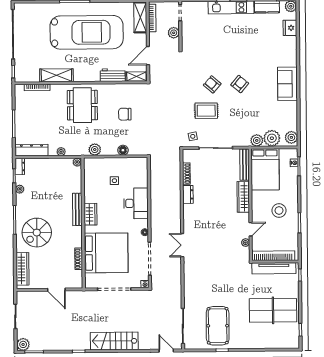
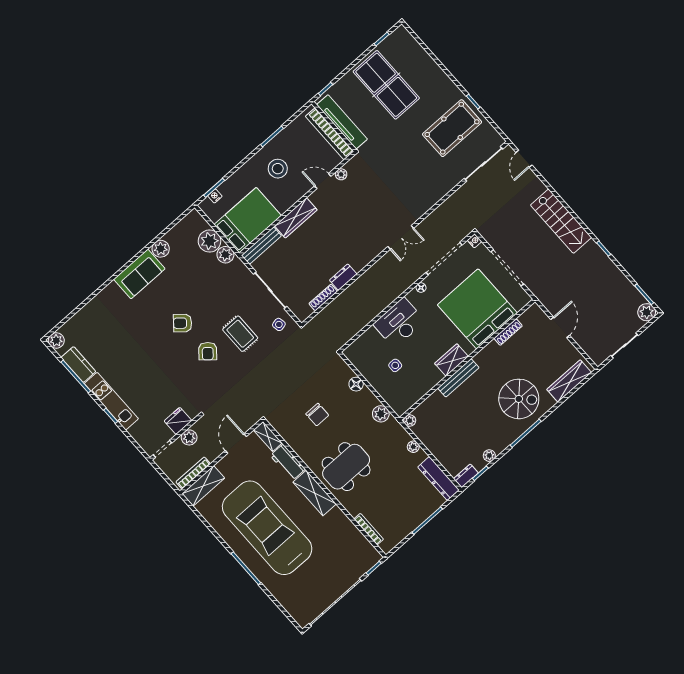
fridge: (290, 28) -> (178, 421), moved, turned 180
door: (148, 56) -> (236, 443), swing flipped
shelving: (56, 75) -> (315, 493), moved
plant: (291, 137) -> (161, 249), moved

